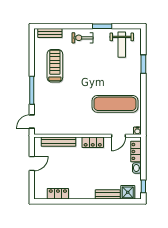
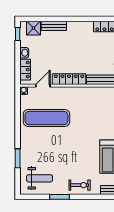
weight bench: (122, 45) -> (40, 178), turned 90
locker: (93, 142) -> (69, 79), width x1.53

